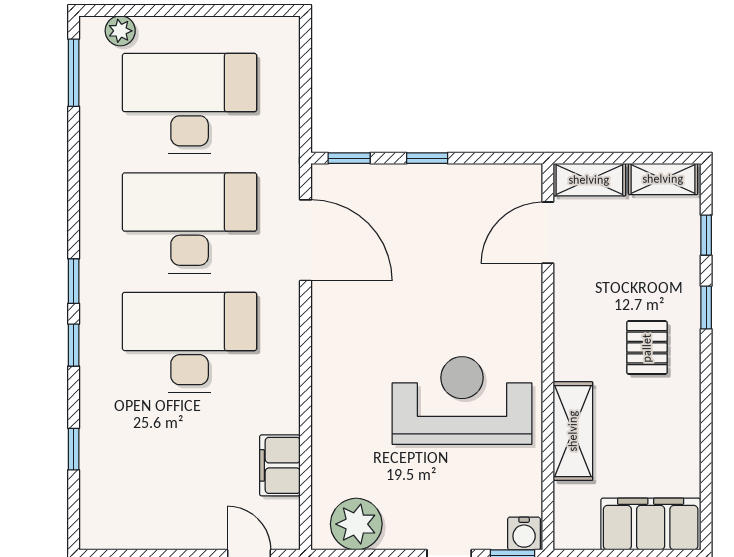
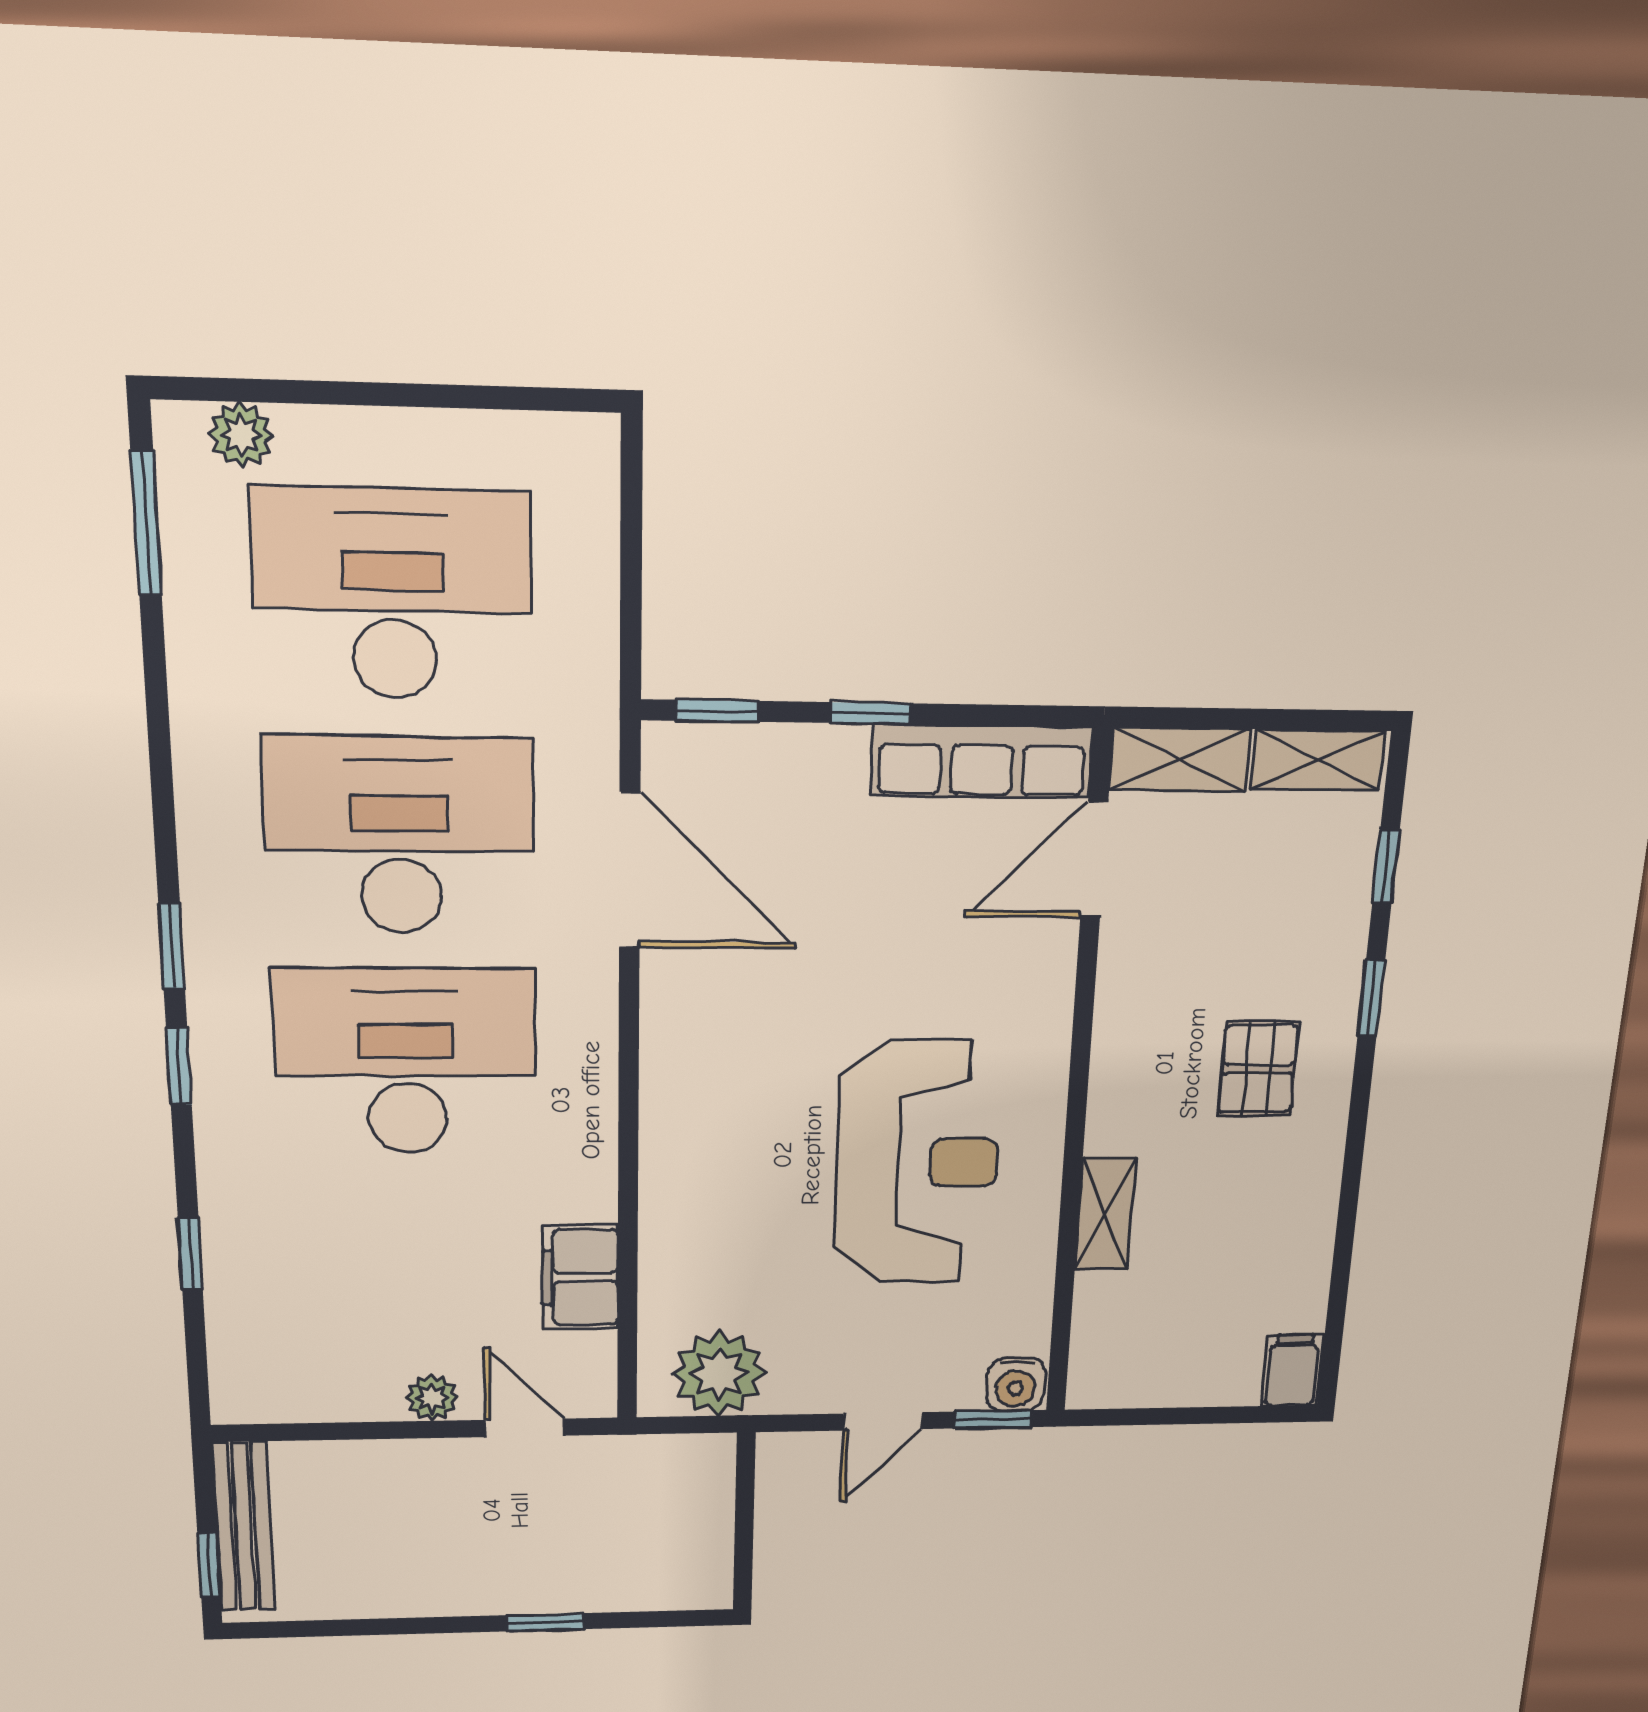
row of seats: (486, 182) -> (982, 761), added
reception desk: (462, 400) -> (917, 1163), turned 90
shelving: (573, 431) -> (1105, 1214), width x0.67, depth x0.75
filing cabinet: (651, 524) -> (1292, 1370), width x0.33, depth x0.86
plant: (198, 536) -> (432, 1398), added

